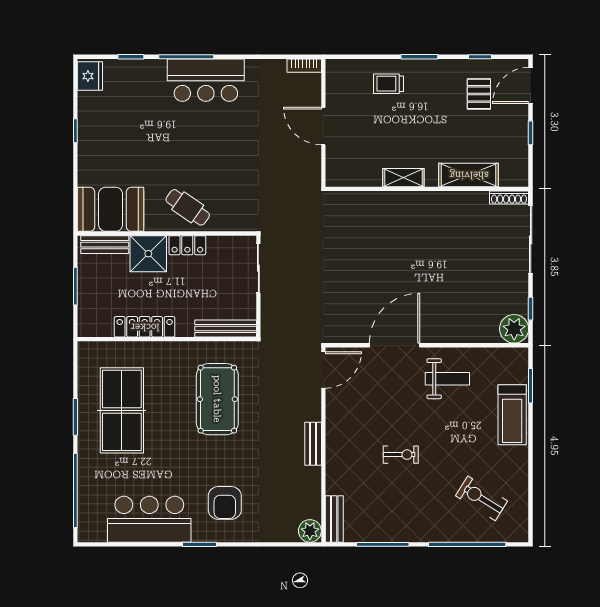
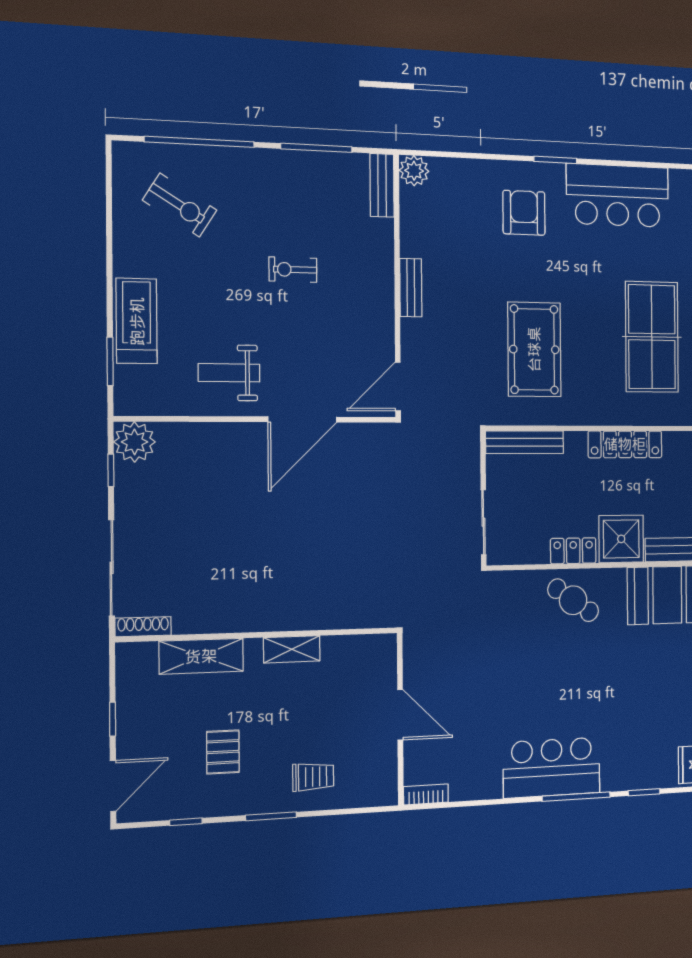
pallet: (479, 94) -> (223, 752), moved

